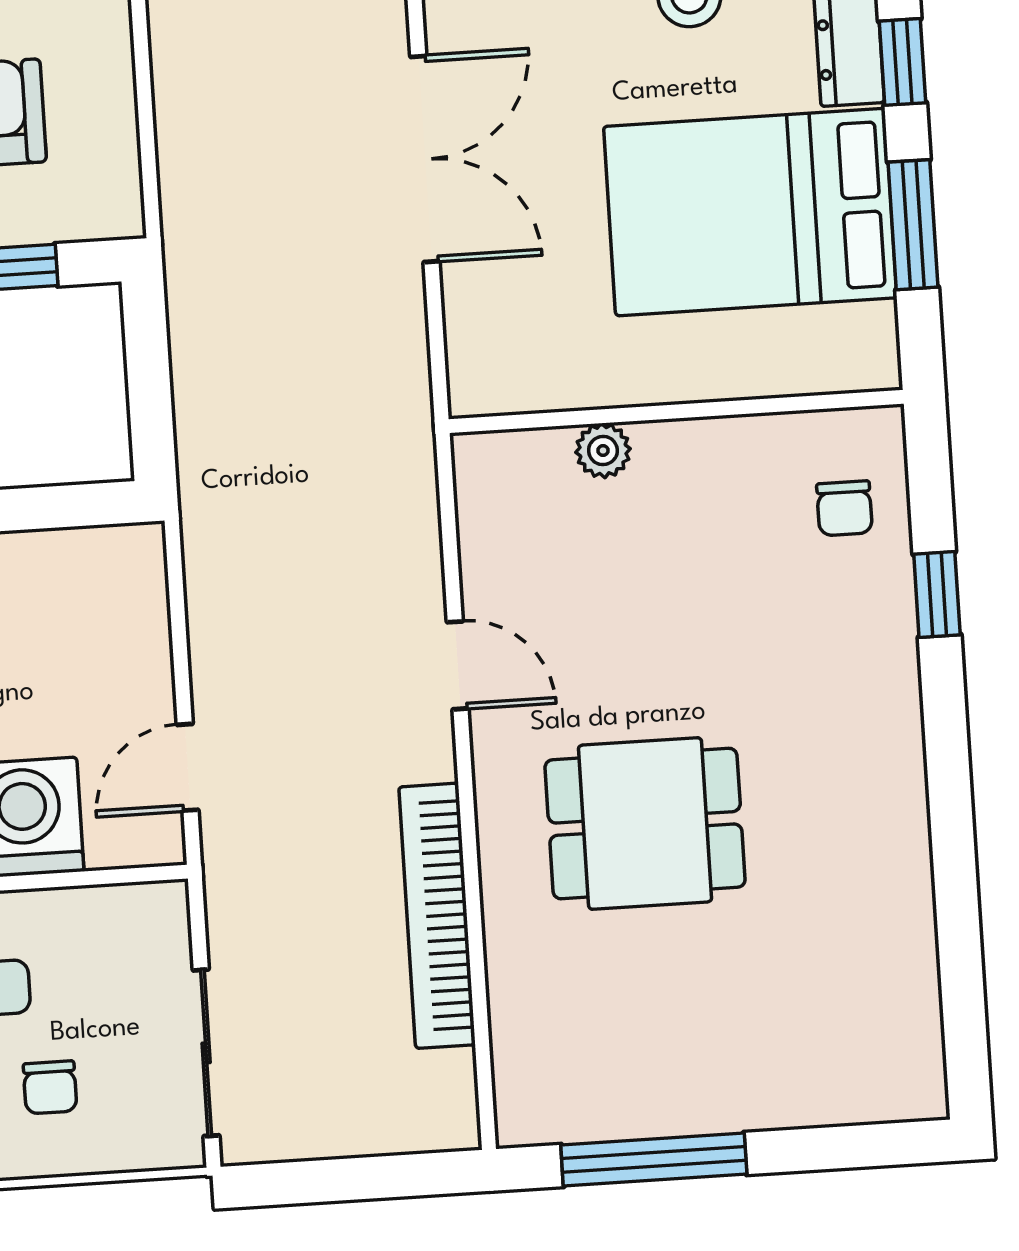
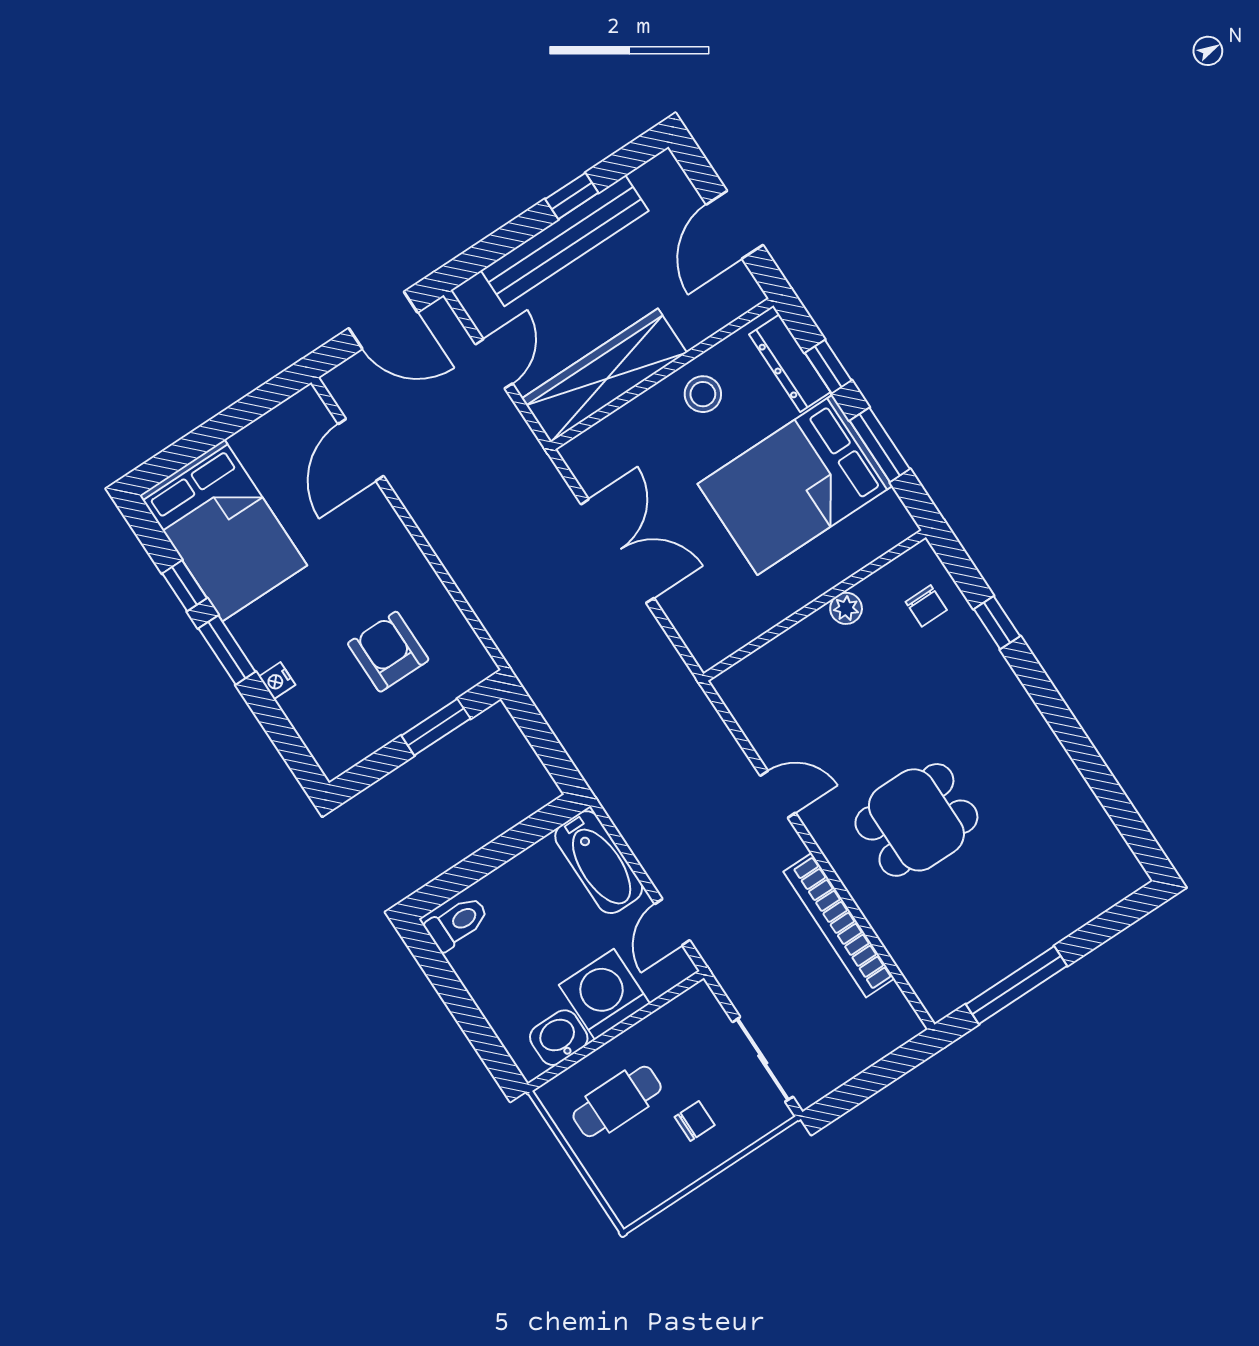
plant: (603, 451) -> (846, 608), moved
bathtub: (128, 613) -> (599, 862), added
chair: (50, 1087) -> (695, 1121), turned -90

